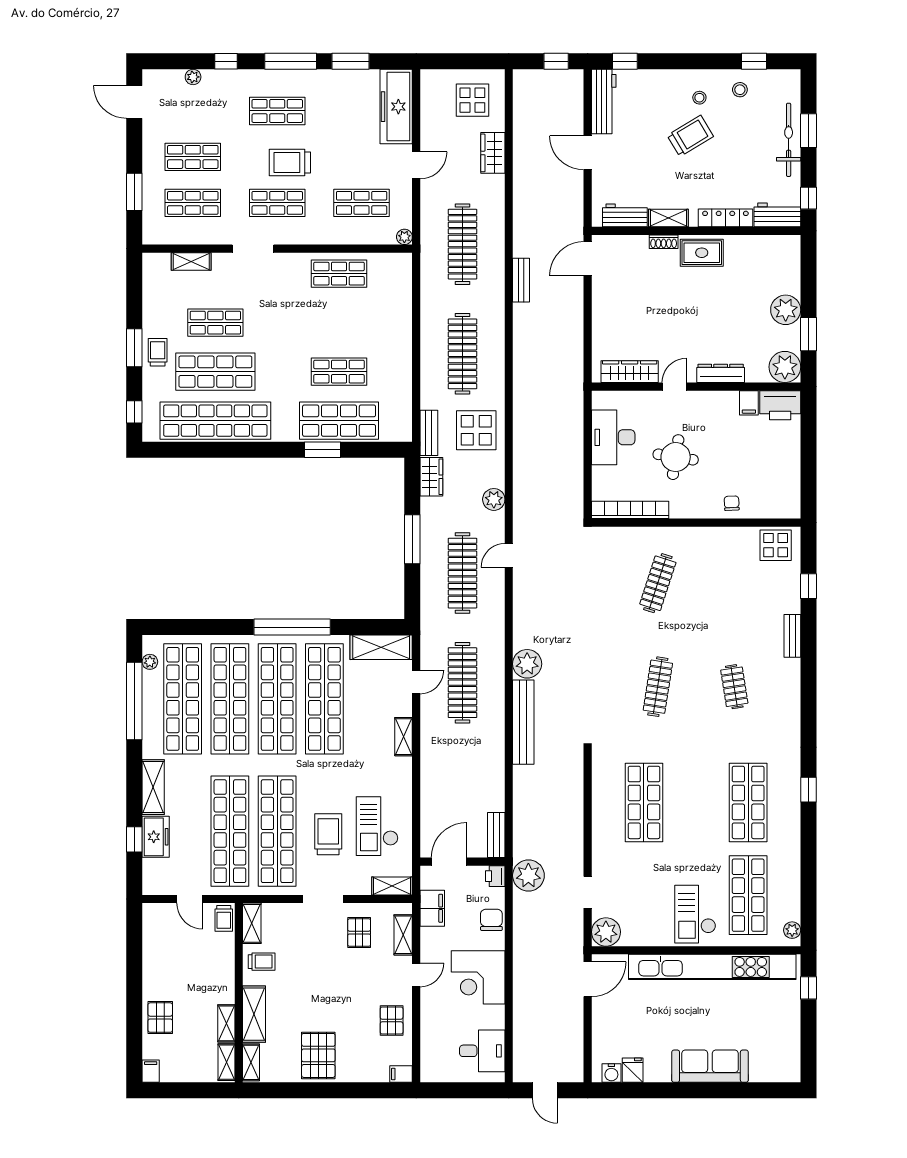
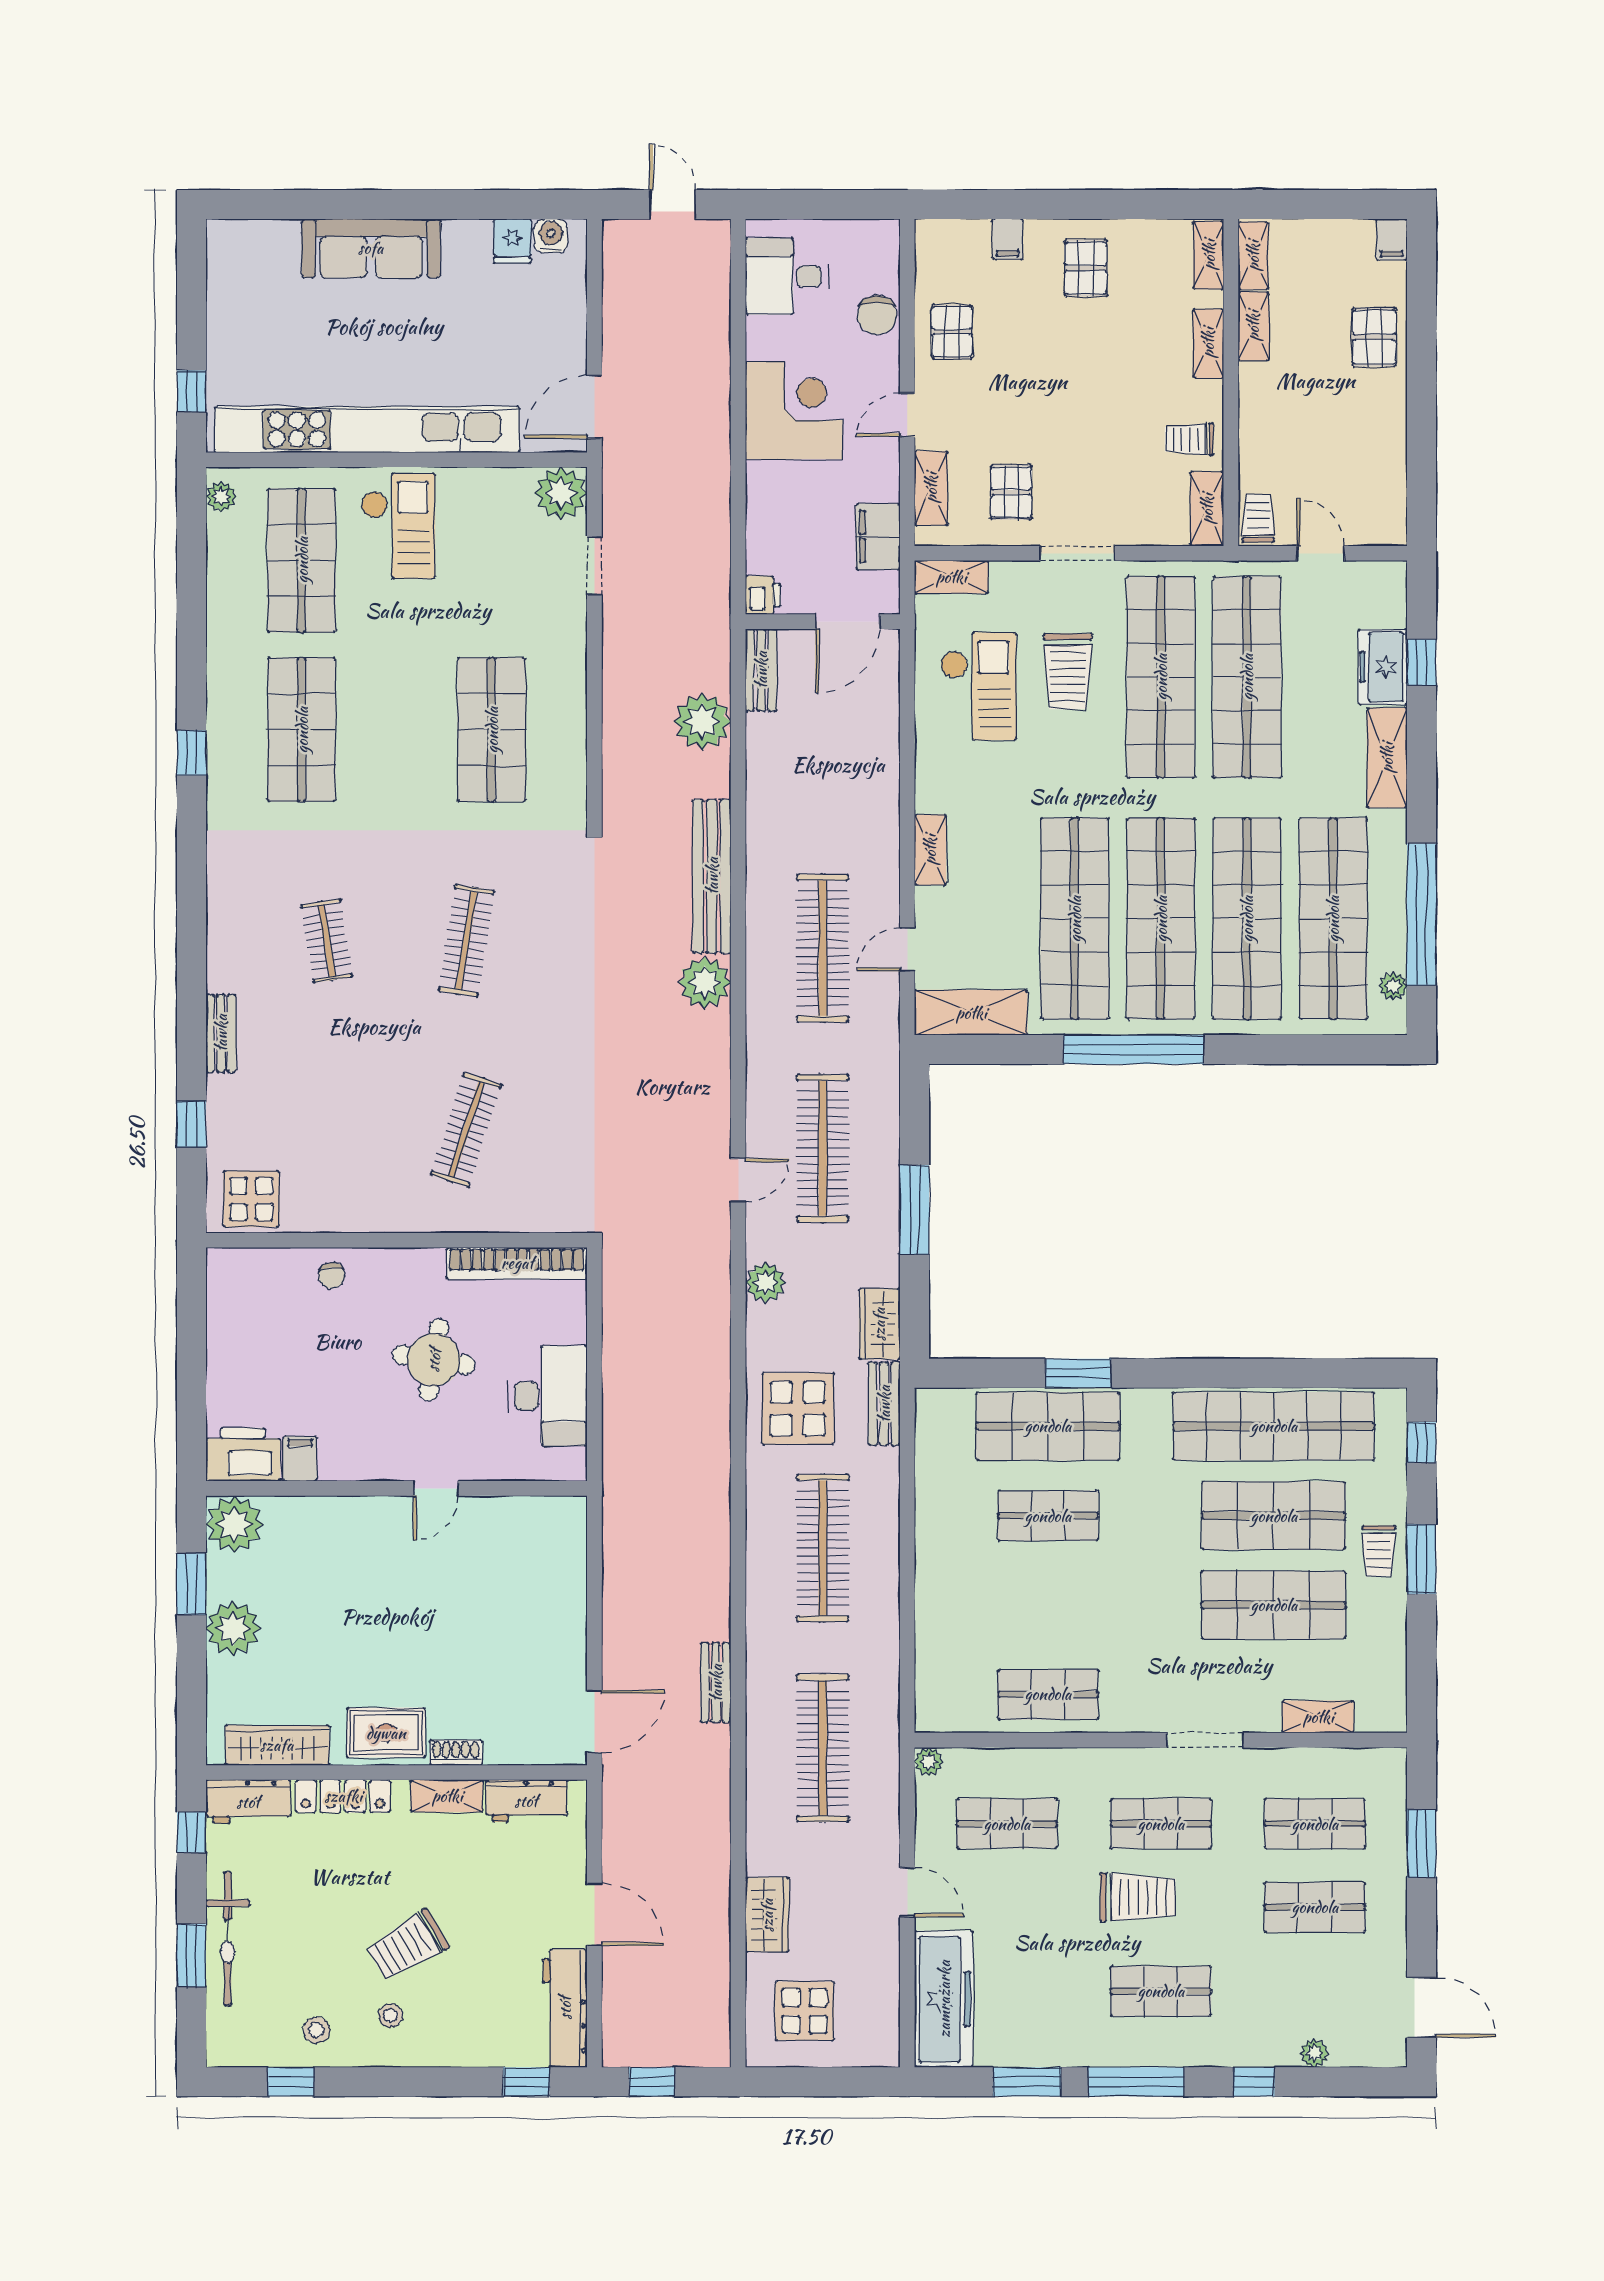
door: (416, 165) -> (907, 1892), swing flipped
shop shelf: (215, 323) -> (1274, 1605), width x1.43, depth x1.36
wardrobe: (630, 372) -> (277, 1745), moved, turned 180
dresser: (721, 373) -> (352, 1513), removed
plant: (528, 875) -> (702, 722), moved
chair: (491, 920) -> (877, 315), moved
shelving: (254, 1014) -> (1208, 343), width x0.67, depth x0.75
pallet: (318, 1055) -> (1086, 268), width x0.67, depth x0.71
filing cabinet: (401, 1074) -> (1008, 239), moved, turned 90

